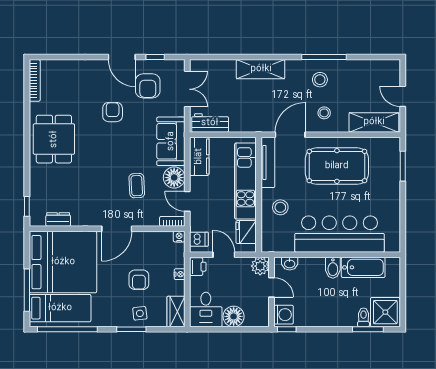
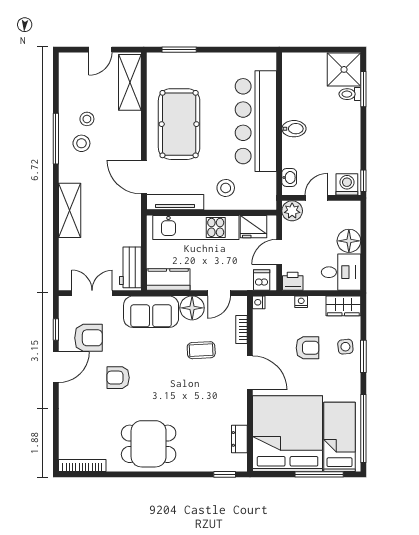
stool: (324, 113) -> (87, 119), moved
bookcase: (172, 221) -> (241, 330), moved
bathtub: (363, 267) -> (294, 94), removed

